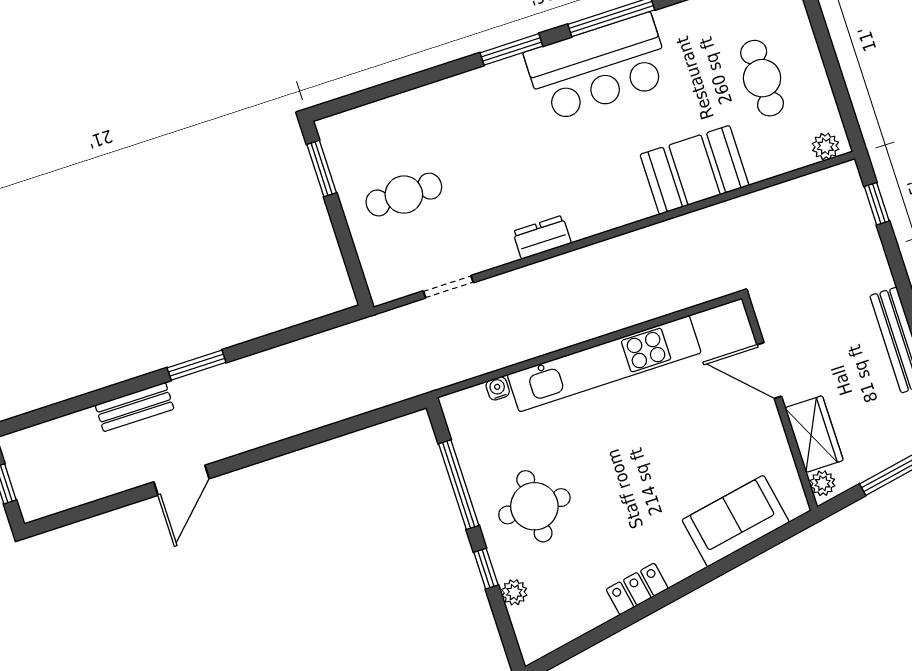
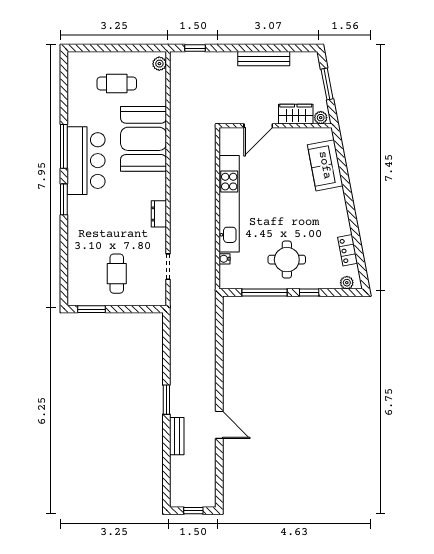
booth: (694, 170) -> (144, 139), width x1.36, depth x1.42
locker: (637, 589) -> (348, 250), moved
plant: (514, 592) -> (347, 283), moved

